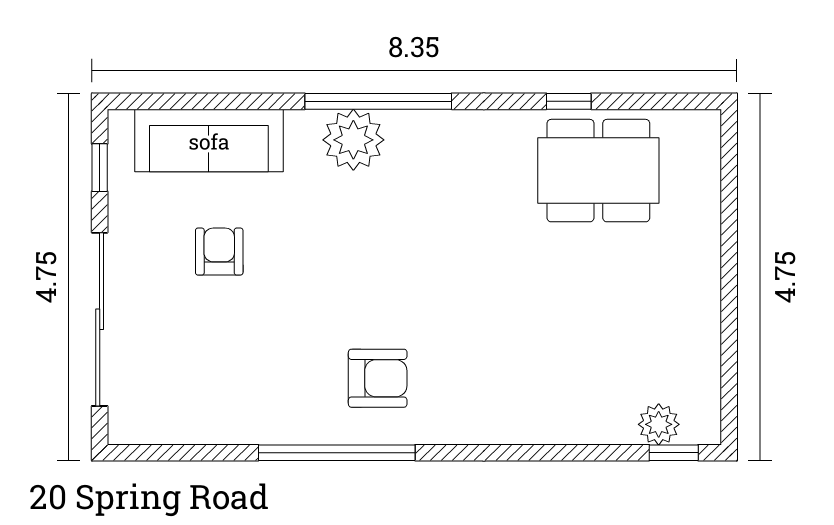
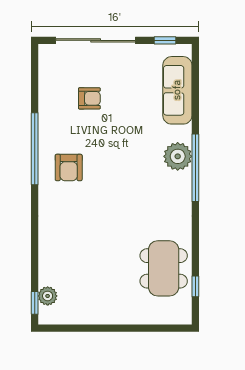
window: (569, 101) -> (195, 286), moved
armchair: (219, 252) -> (89, 98), moved

